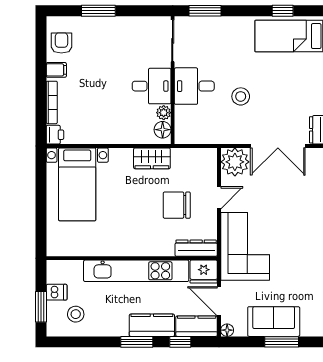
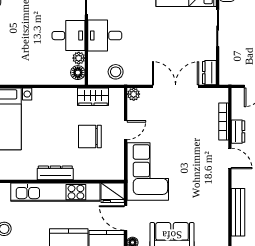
stool: (241, 96) -> (116, 72), moved
double door: (278, 146) -> (176, 86), swing flipped
wardrobe: (152, 158) -> (93, 97), moved
plant: (235, 162) -> (134, 94), width x0.53, depth x0.53
dresser: (196, 248) -> (55, 173), moved

